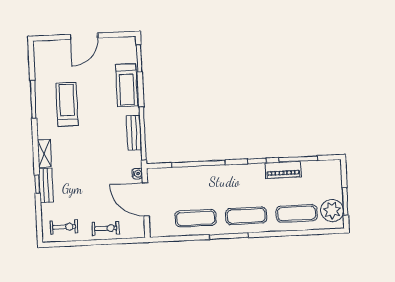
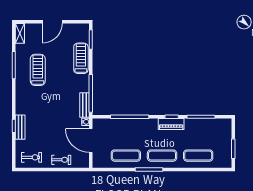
treadmill: (126, 85) -> (81, 58), turned 180
bench: (134, 133) -> (85, 105), moved
shelving: (44, 153) -> (20, 33), moved
piano: (283, 170) -> (171, 124), moved
plant: (332, 210) -> (224, 155), removed

